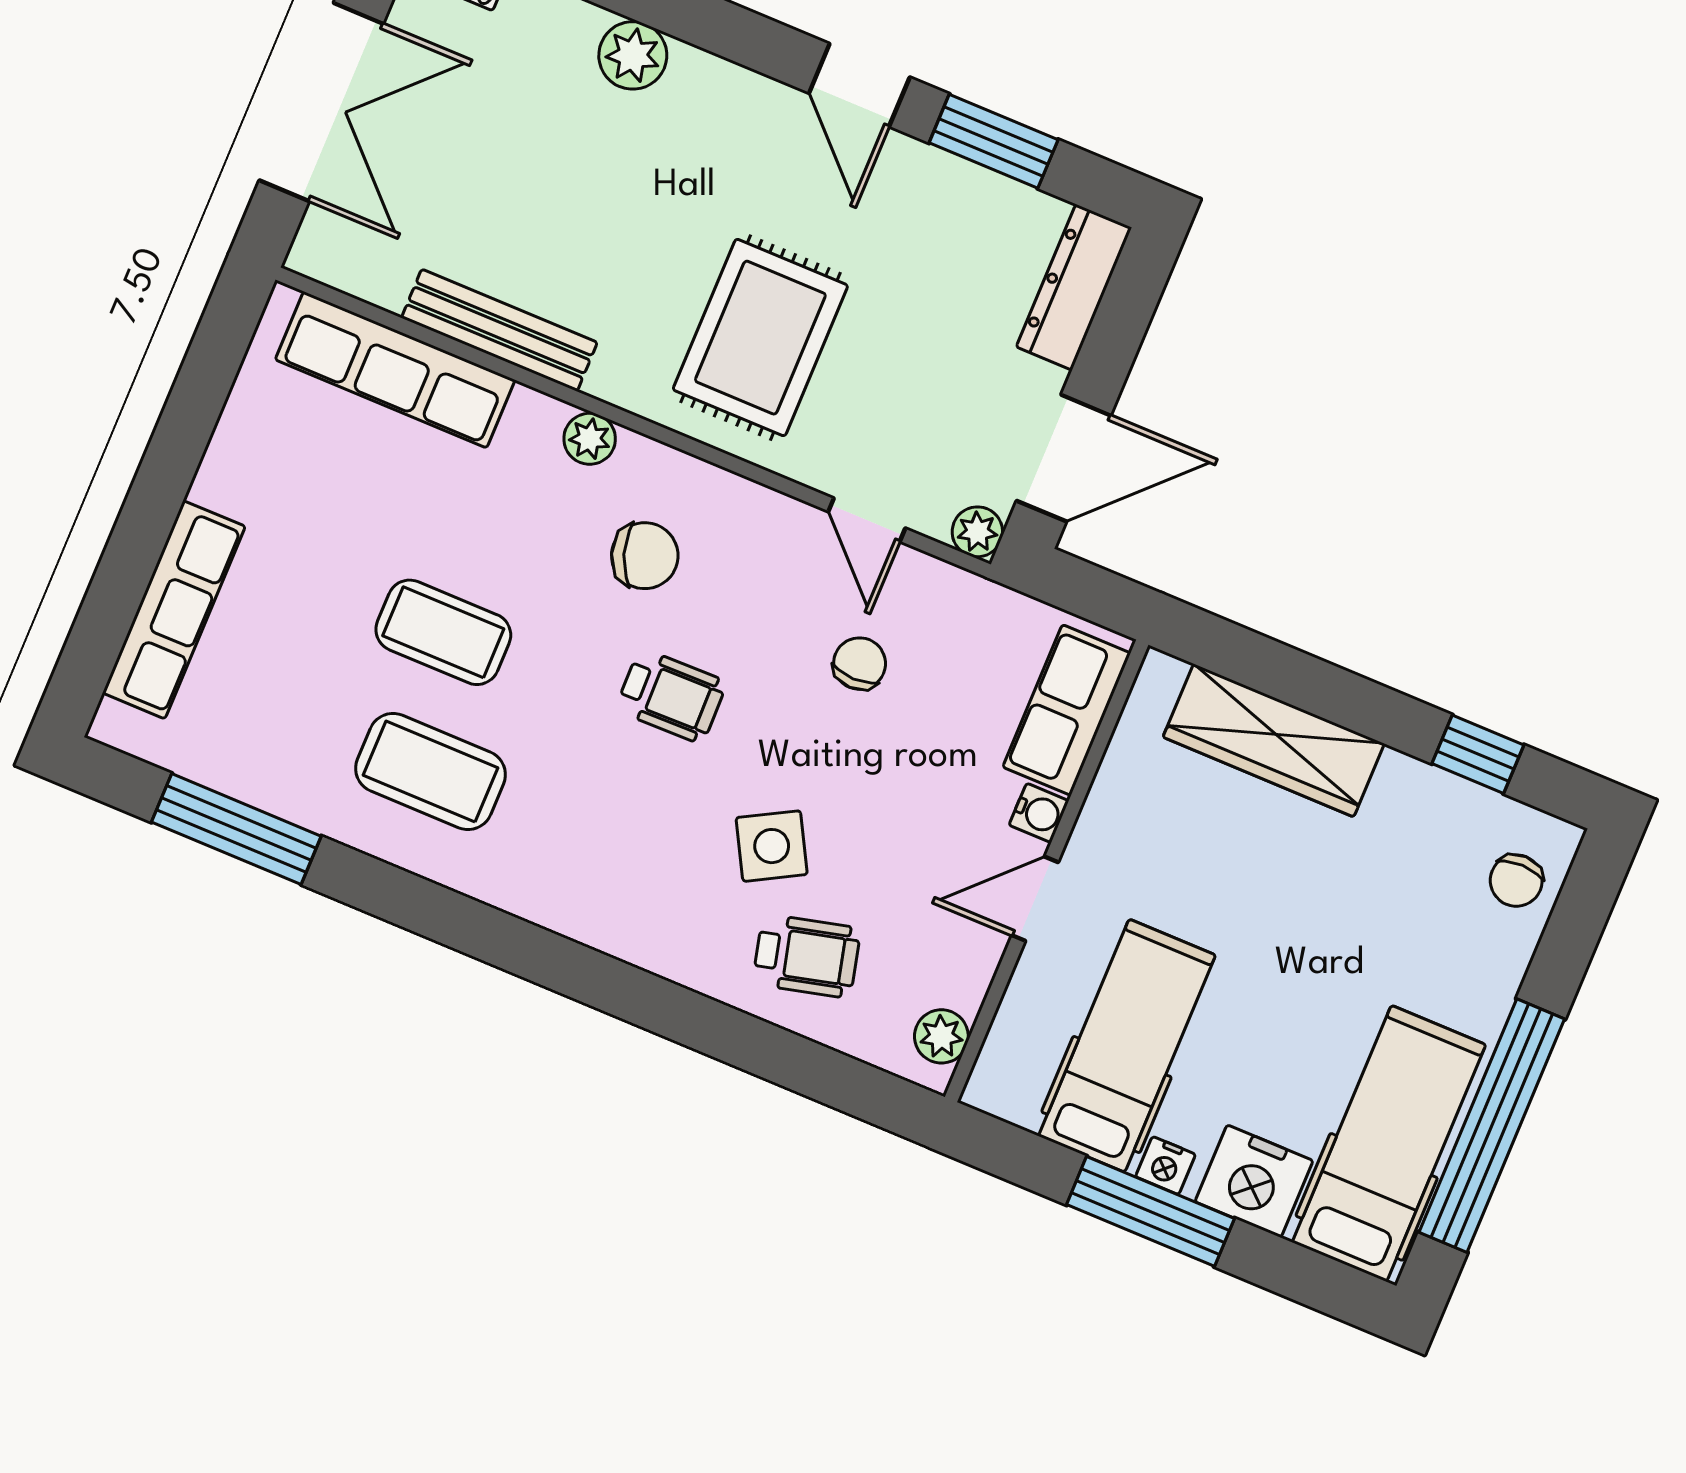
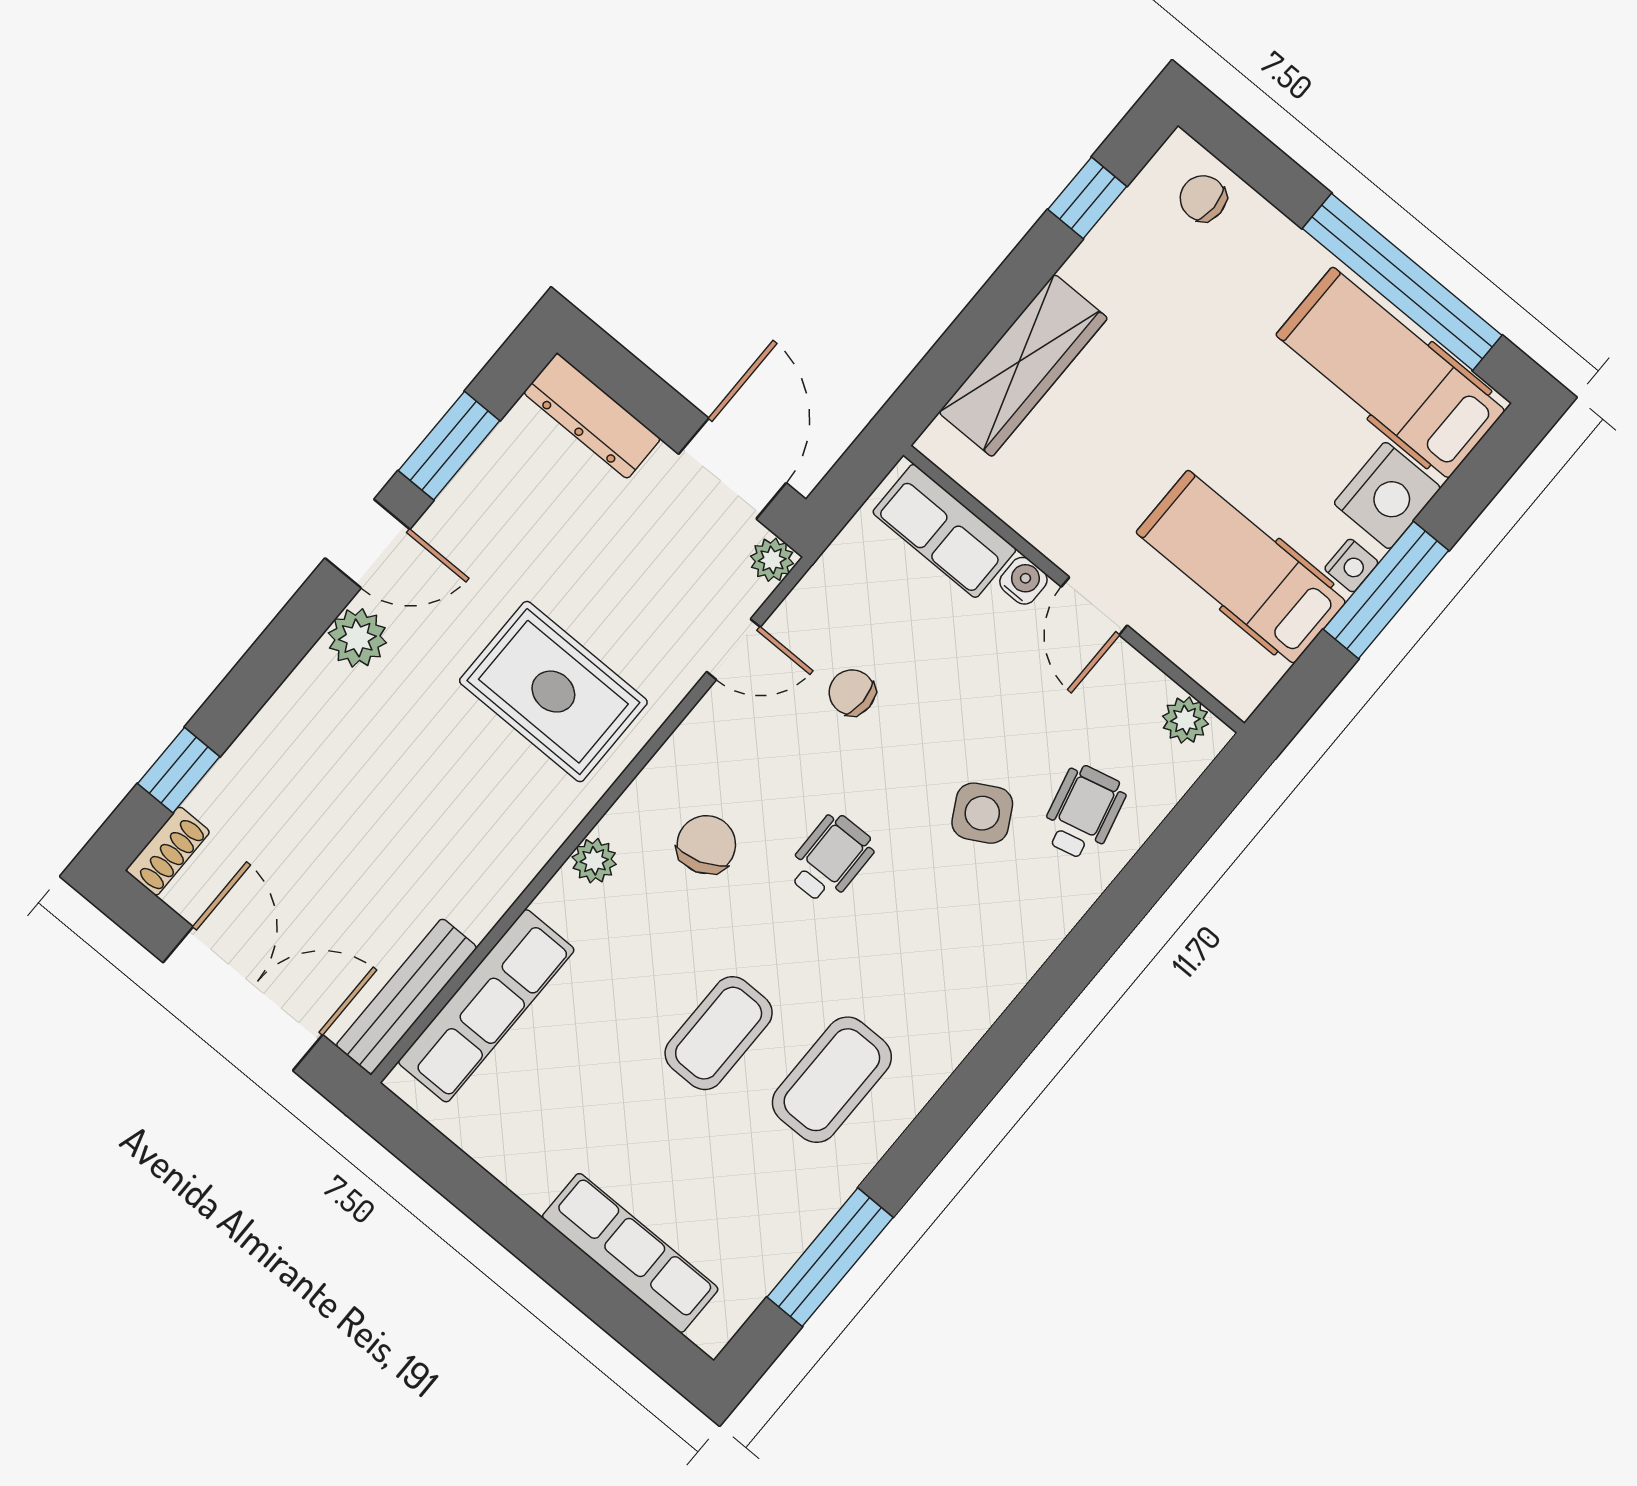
plant: (633, 55) -> (357, 638), moved
bench: (499, 330) -> (406, 996), moved
chair: (1516, 881) -> (1203, 198), turned 180

